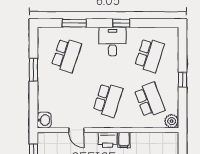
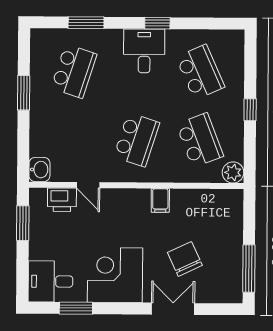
school desk: (150, 55) -> (200, 72), turned -42
printer: (108, 140) -> (62, 200), moved

